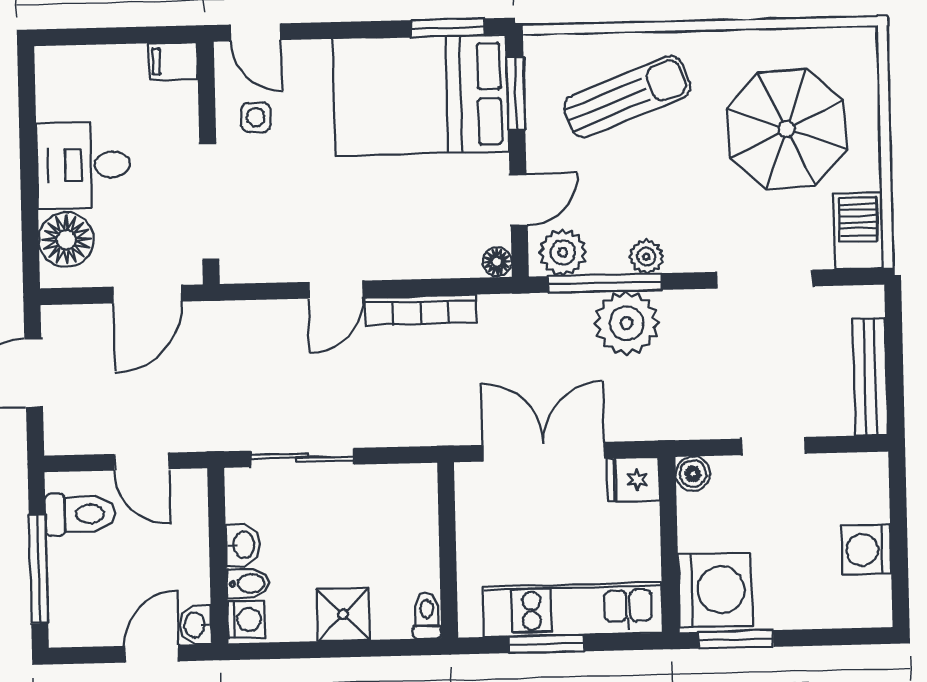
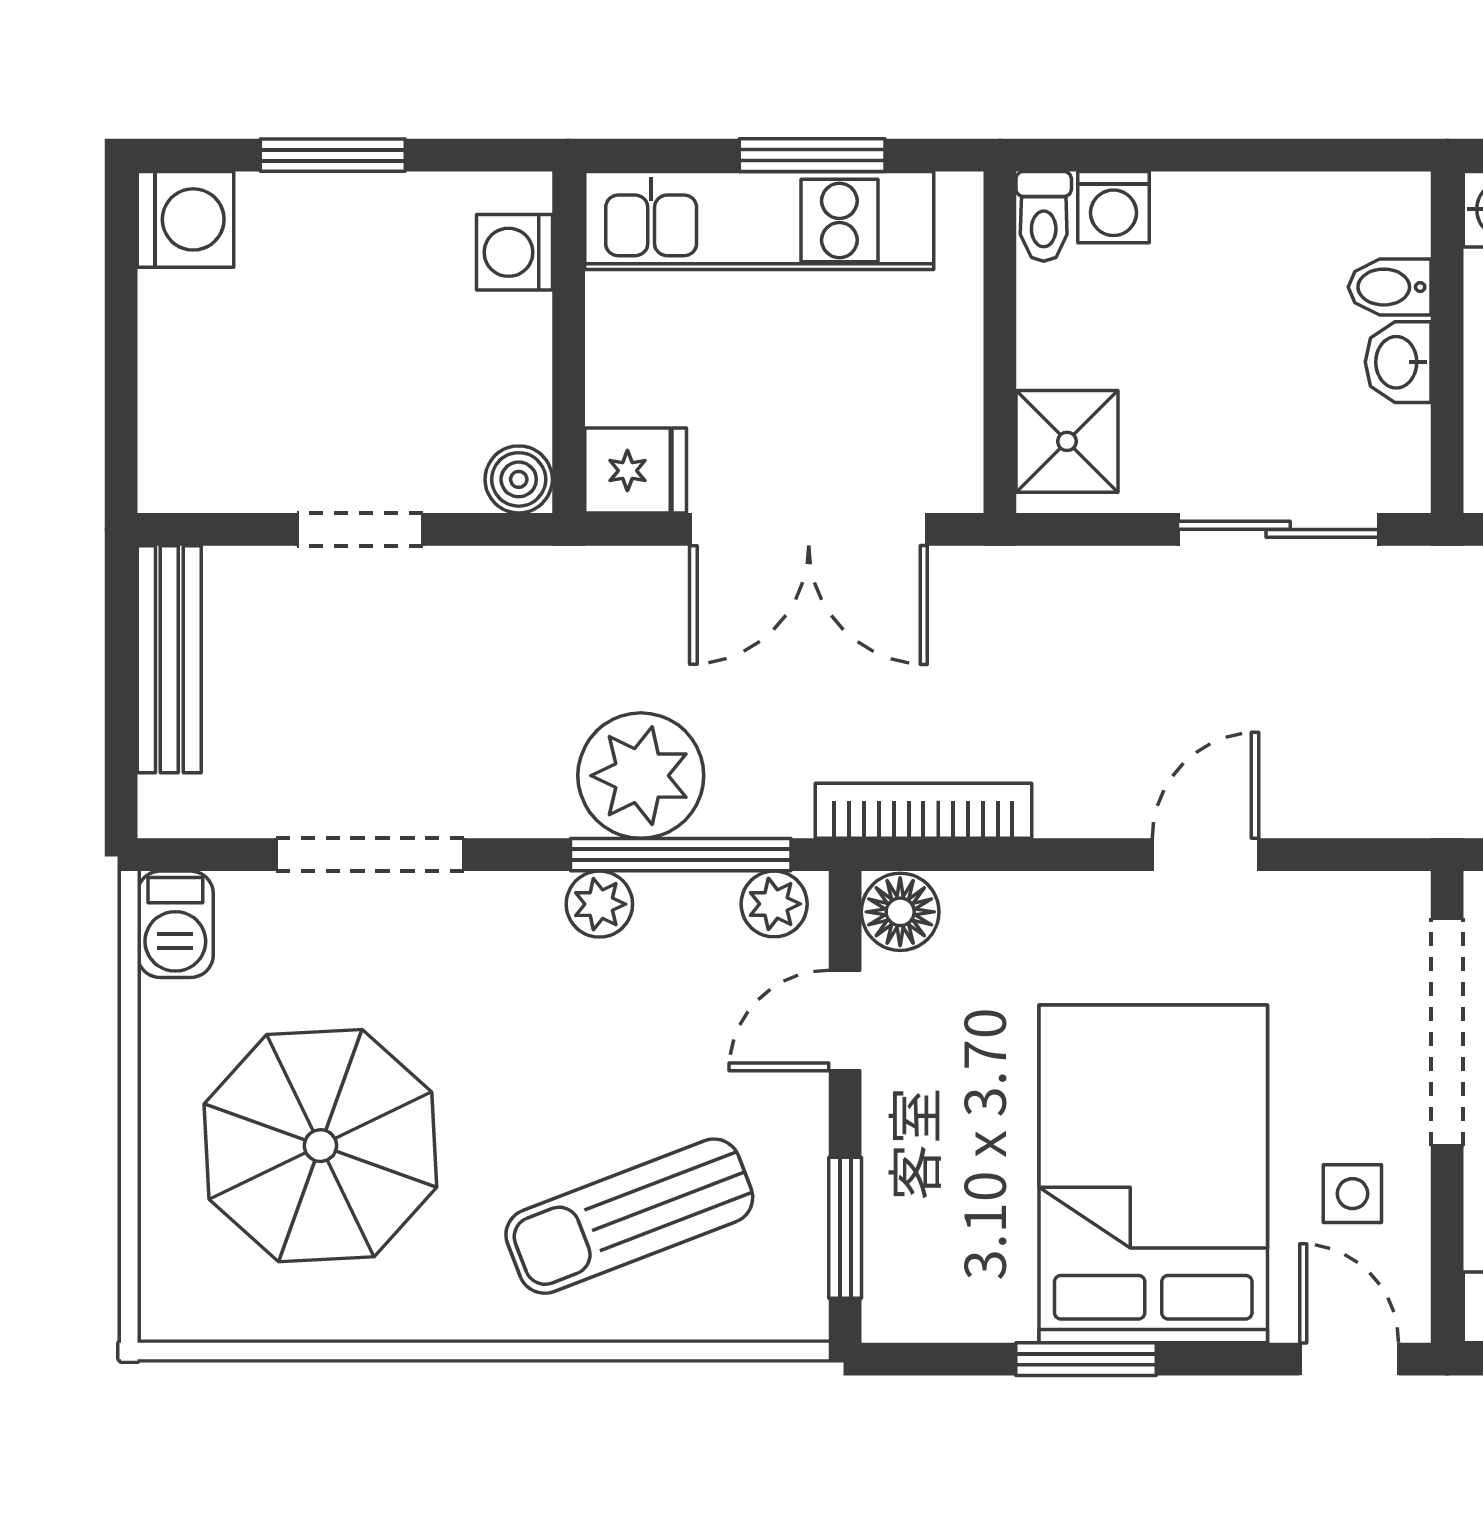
window: (448, 28) -> (1086, 1359), moved
bed: (421, 95) -> (1153, 1174), moved, turned -90
barbecue: (858, 231) -> (175, 924), width x0.73, depth x0.79
plant: (563, 252) -> (774, 904), width x0.73, depth x0.73
floor lamp: (497, 262) -> (900, 912), width x1.37, depth x1.37
bookcase: (421, 310) -> (923, 811), moved
washing machine: (866, 550) -> (185, 219), moved
washing machine: (715, 590) -> (515, 252), width x0.53, depth x0.53
shower: (343, 614) -> (1067, 441), moved
washing machine: (246, 620) -> (1113, 207), moved, turned -90
window: (736, 639) -> (333, 155), moved

